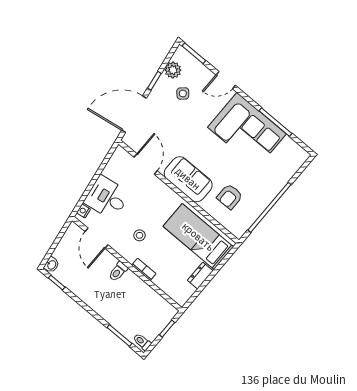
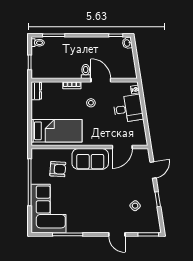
plant: (173, 70) -> (152, 214), removed
door: (226, 80) -> (117, 234), swing flipped
door: (134, 114) -> (153, 170), width x0.53
corner sofa: (247, 131) -> (49, 209), moved, turned 90
door: (146, 164) -> (122, 147), hinge flipped
armchair: (230, 197) -> (58, 169), turned 94
door: (96, 238) -> (101, 80), moved
dresser: (200, 276) -> (36, 91), moved

